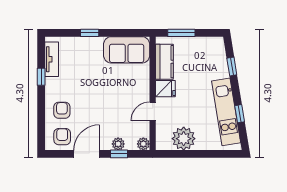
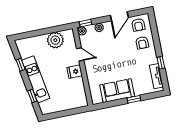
window: (181, 33) -> (71, 112), removed
sofa: (127, 50) -> (117, 91), moved
kitchen counter: (164, 62) -> (79, 90), removed
door: (153, 111) -> (80, 54), hinge flipped
kitchen unit: (226, 112) -> (36, 79), moved
window: (119, 154) -> (85, 23), moved

